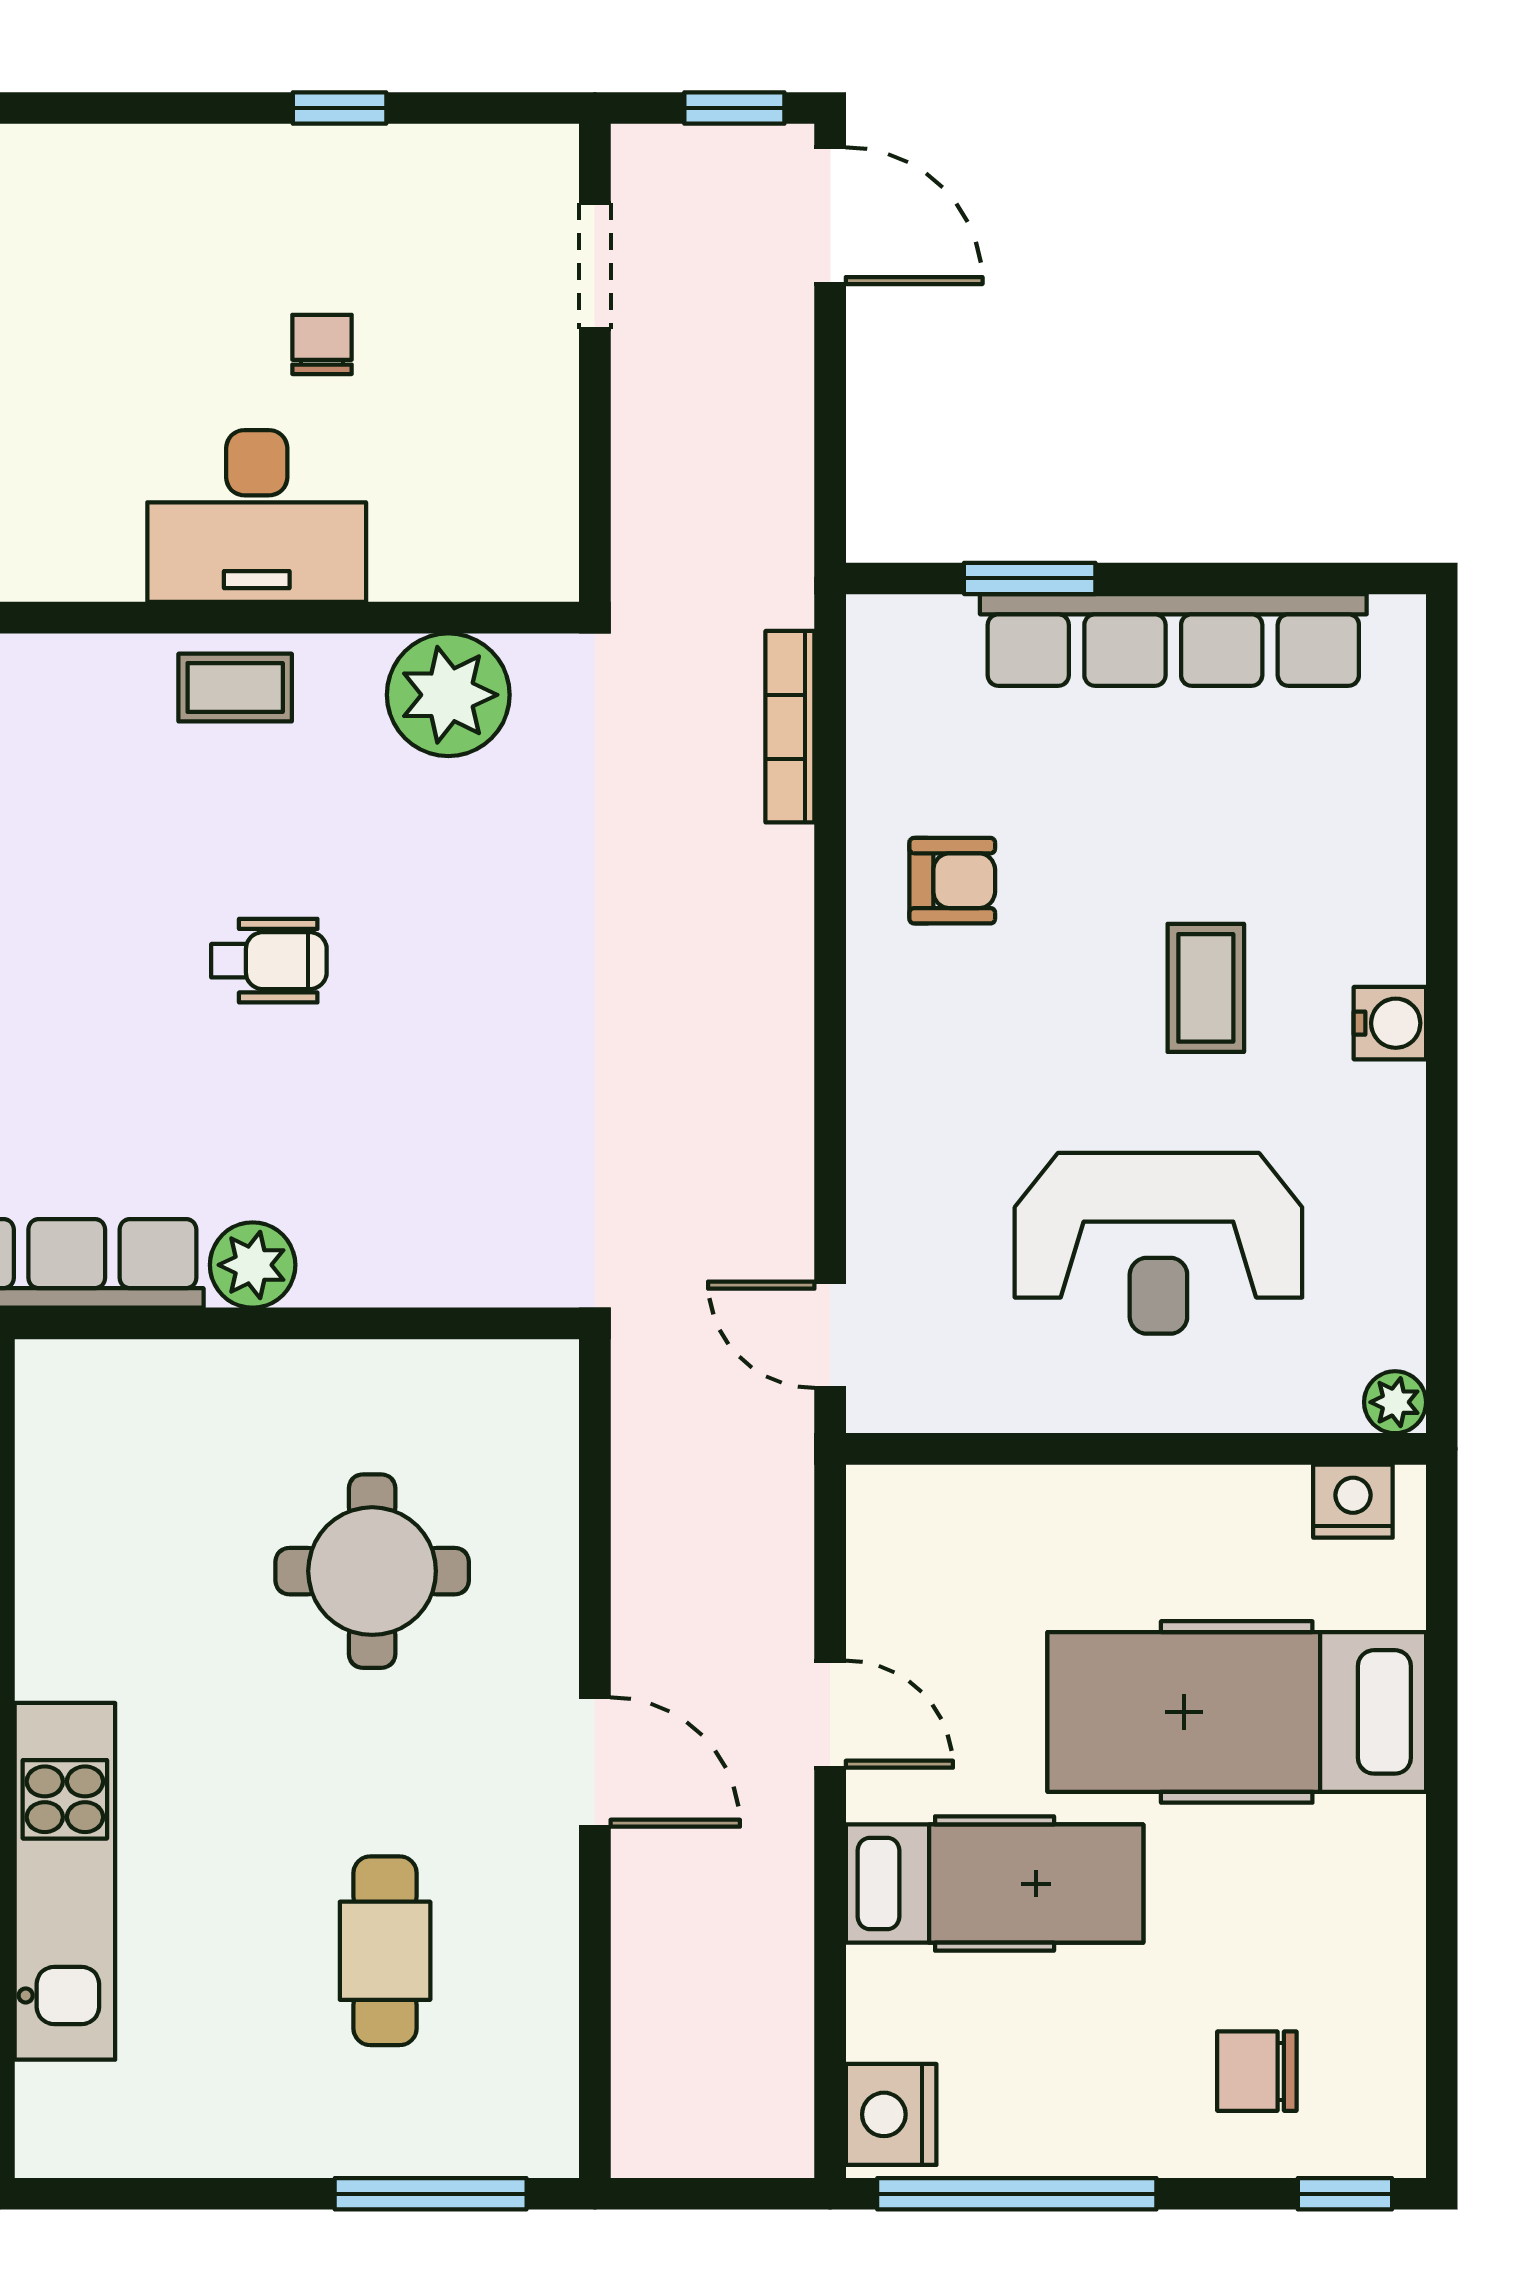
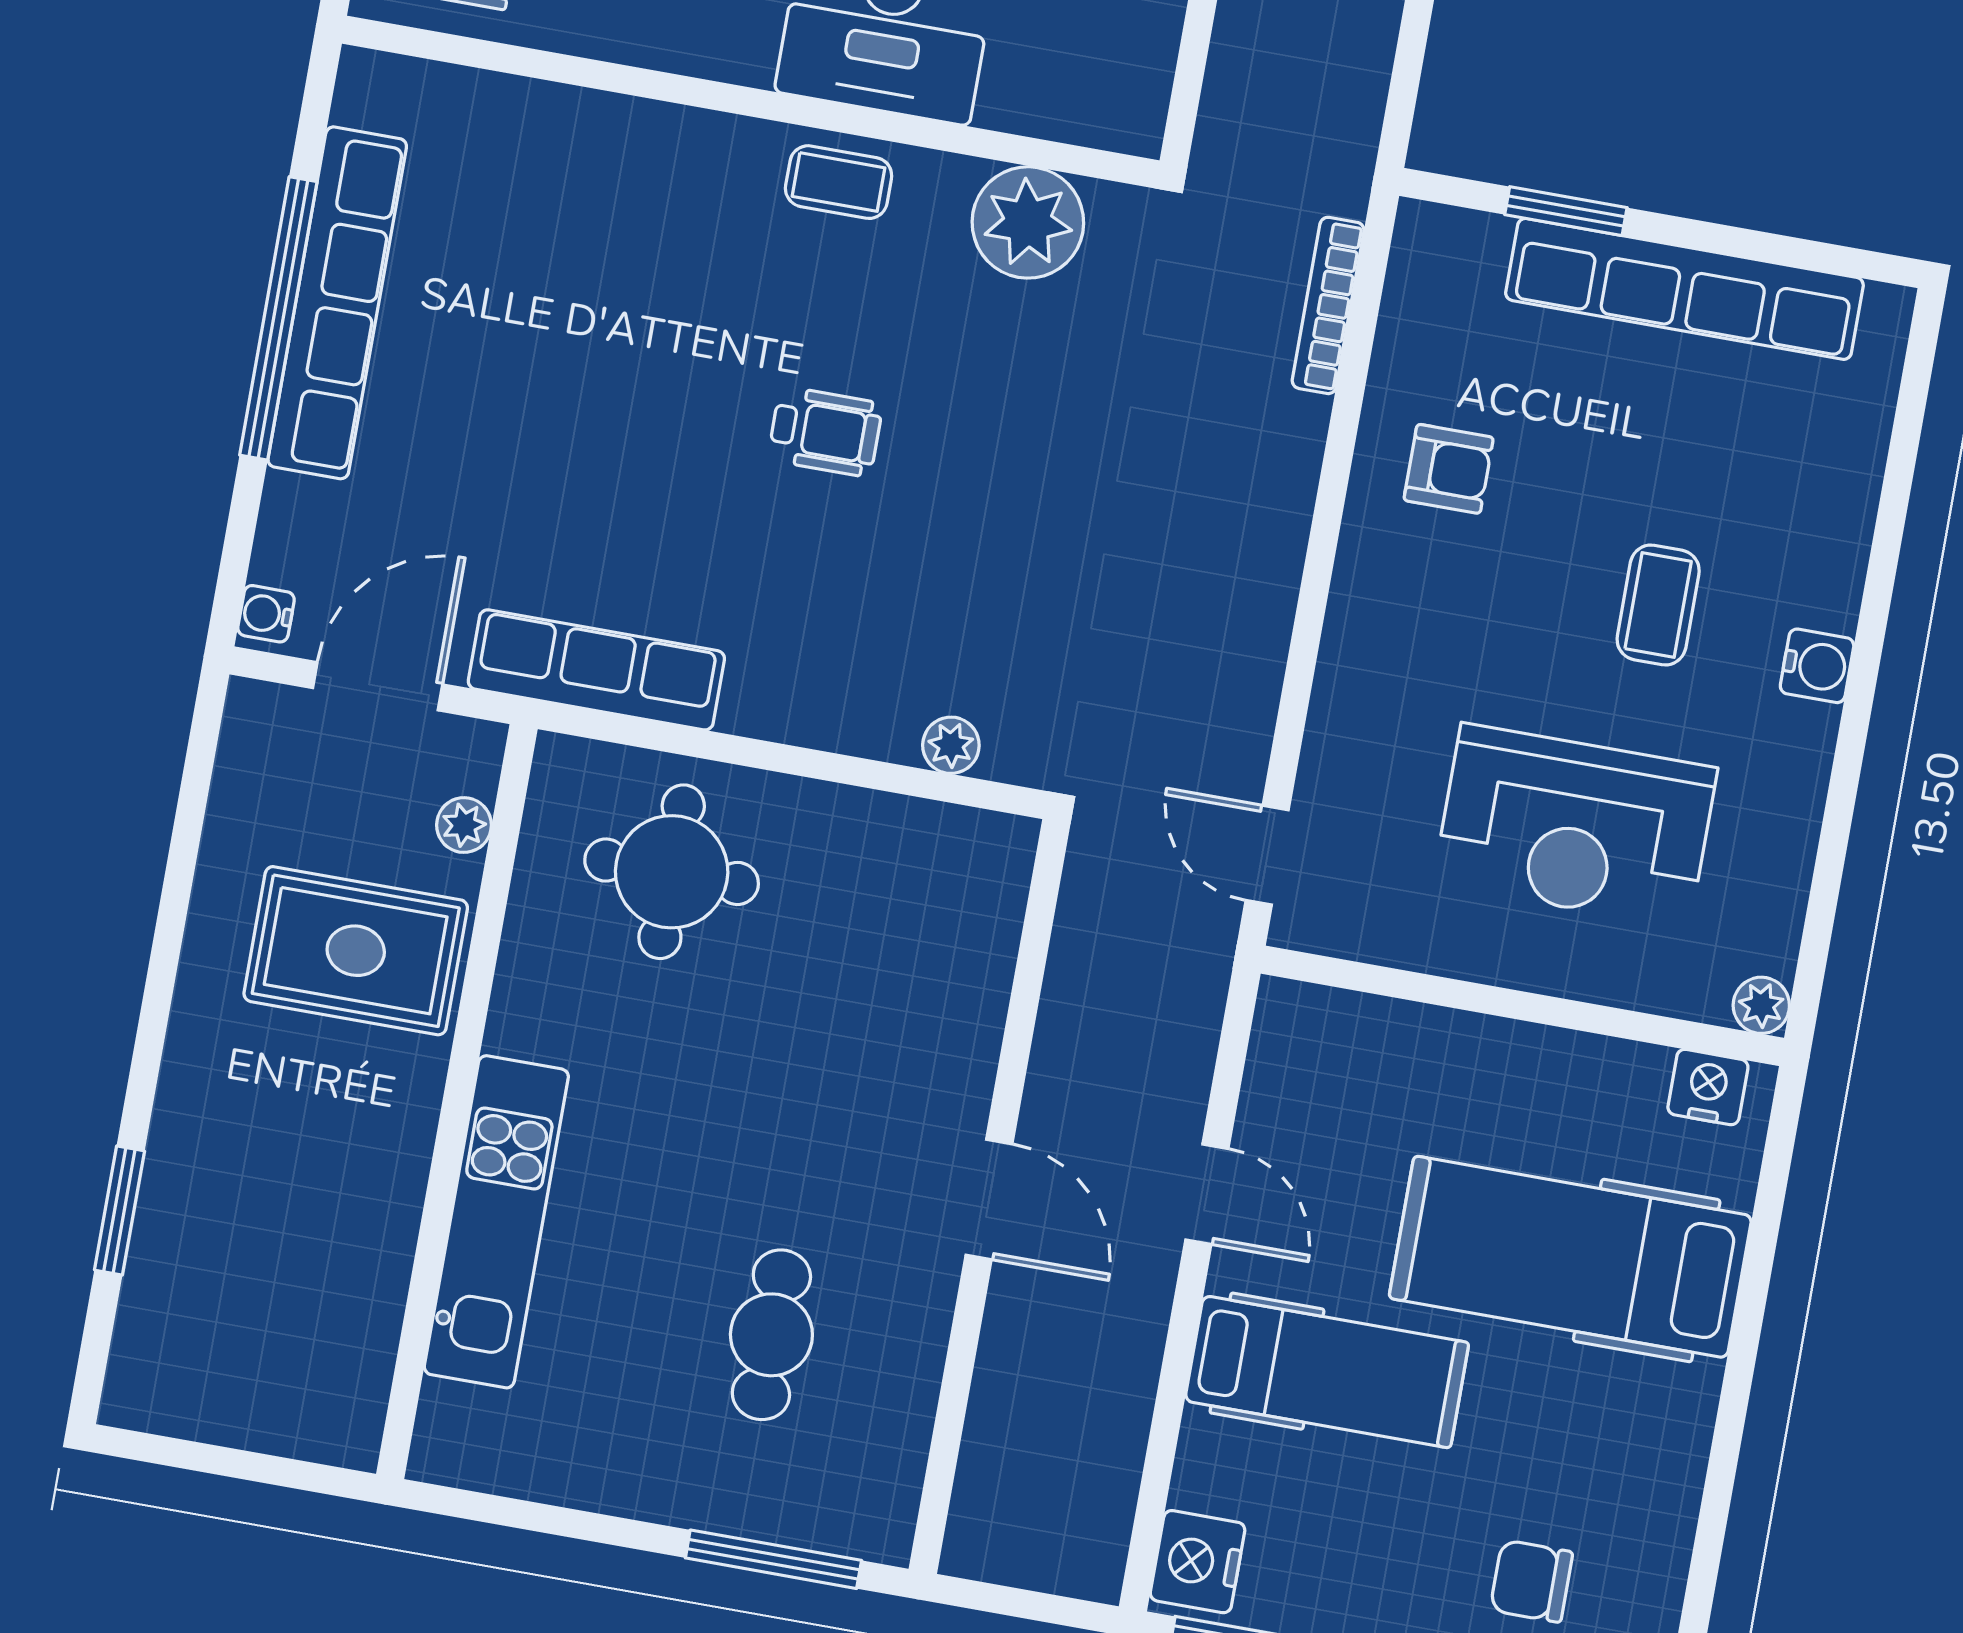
plant: (253, 1265) -> (951, 745), moved, width x0.73, depth x0.73
round table: (372, 1571) -> (672, 872), moved

